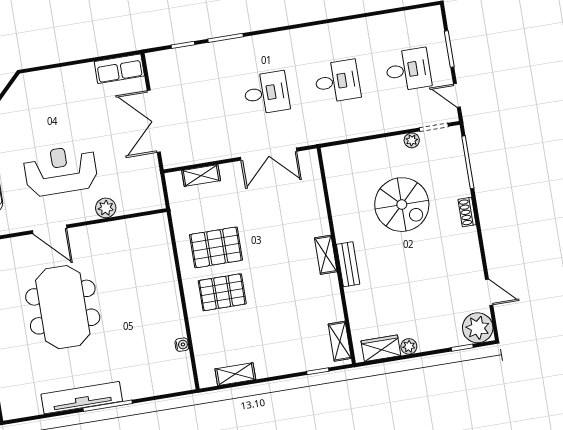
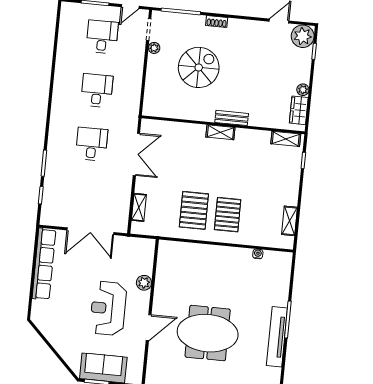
row of seats: (119, 69) -> (44, 264), width x2.02

